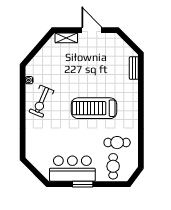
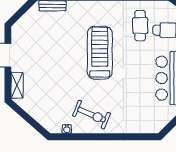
treadmill: (94, 108) -> (100, 53), turned 180

